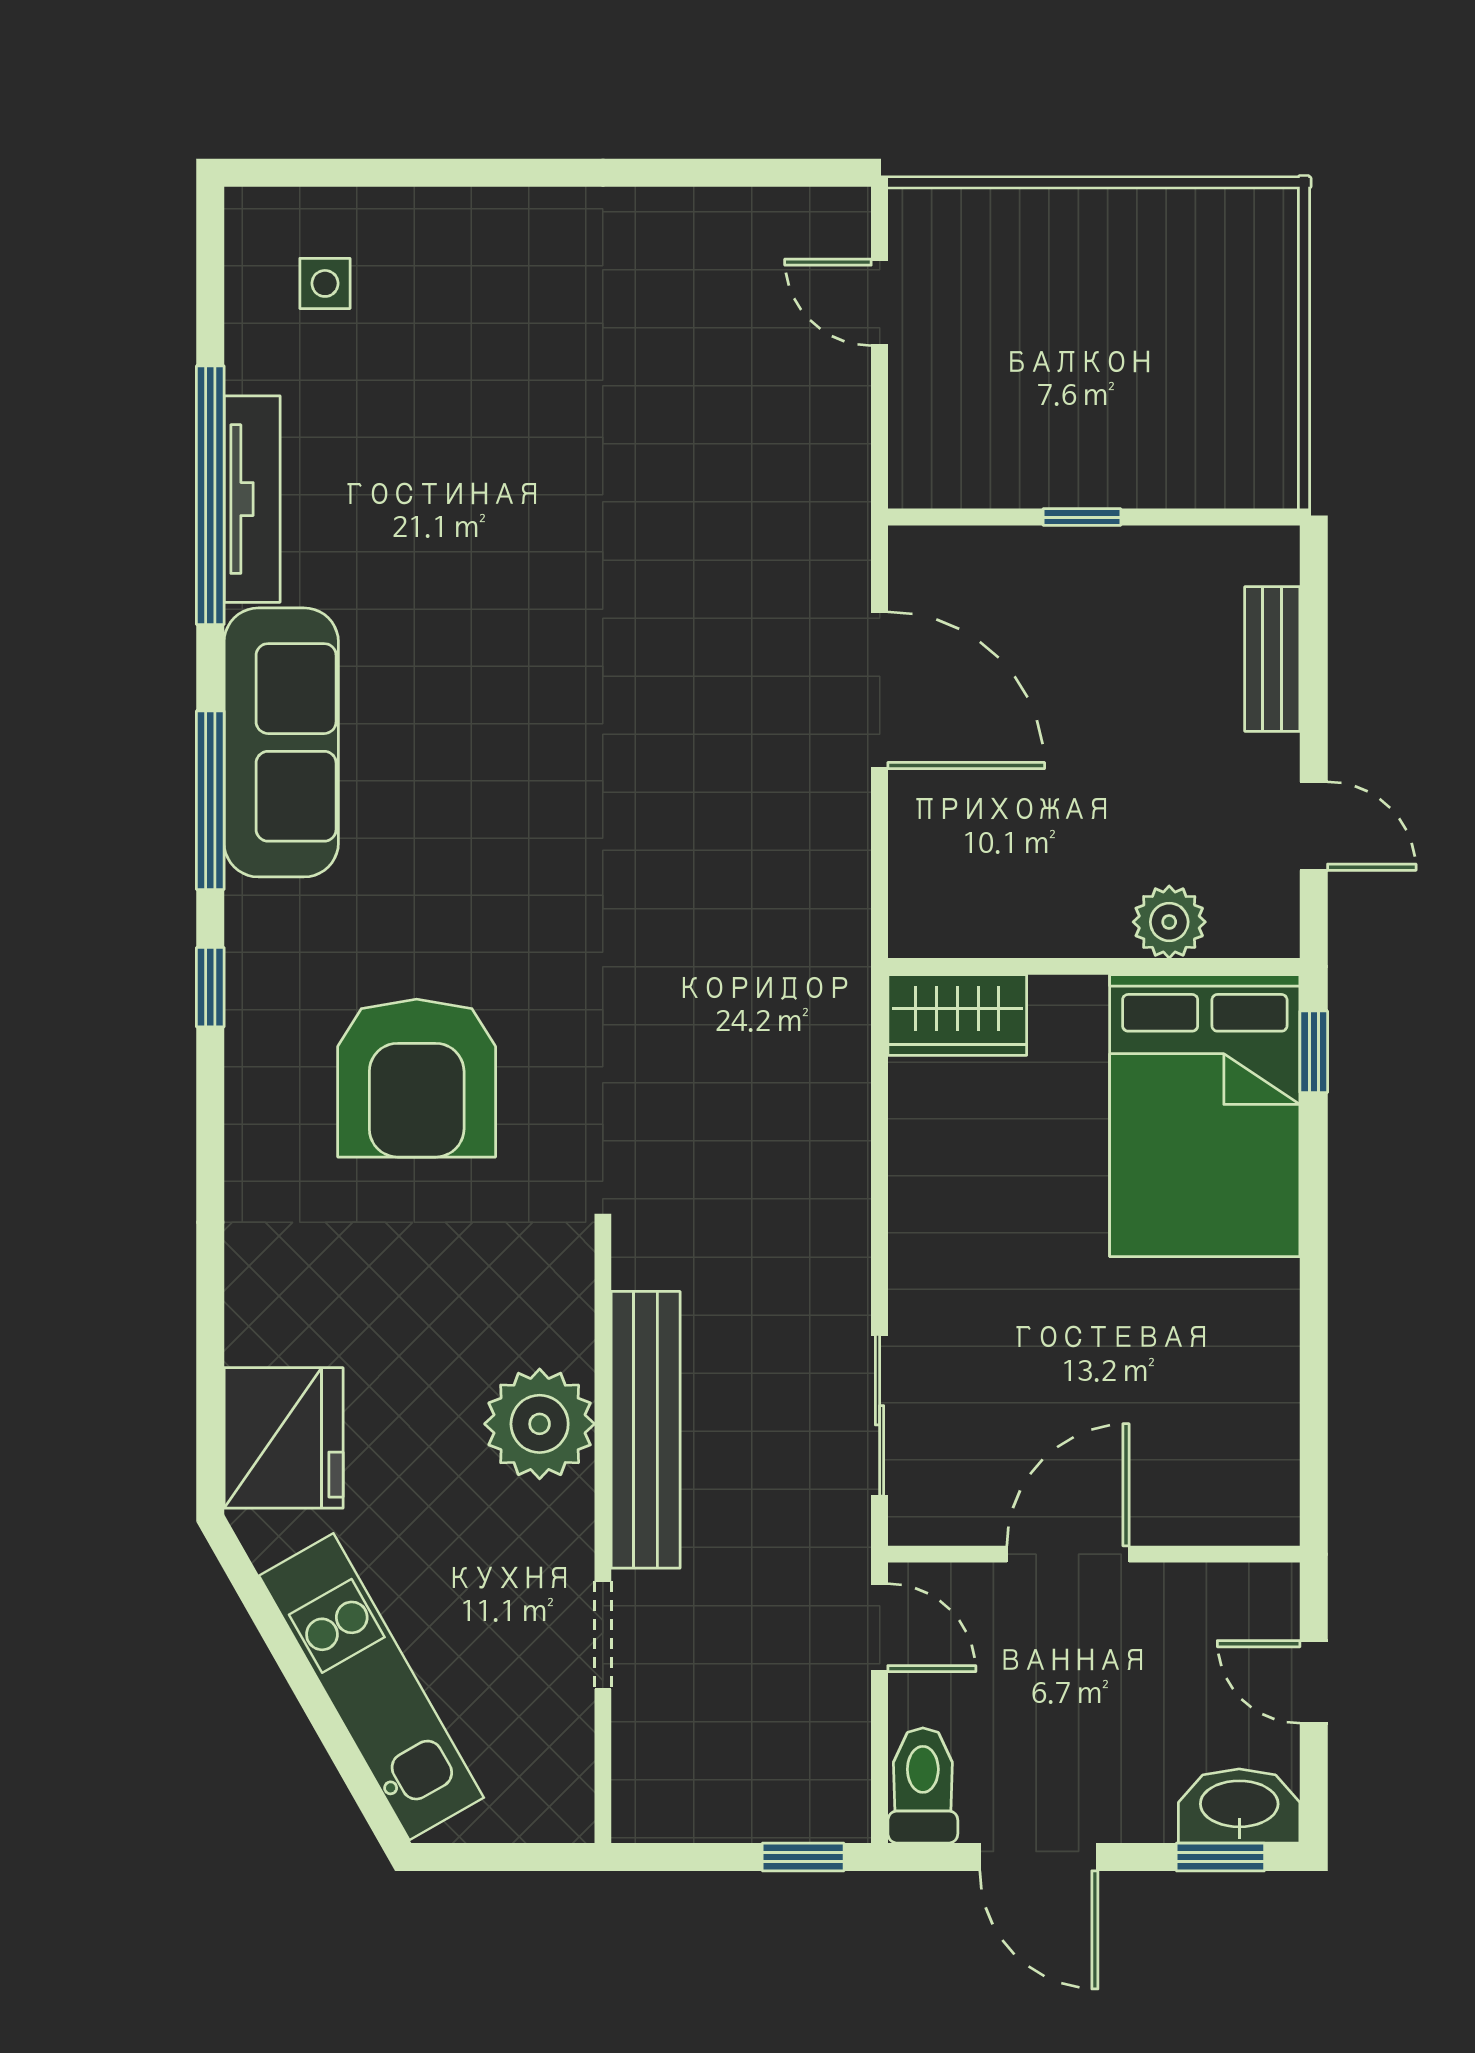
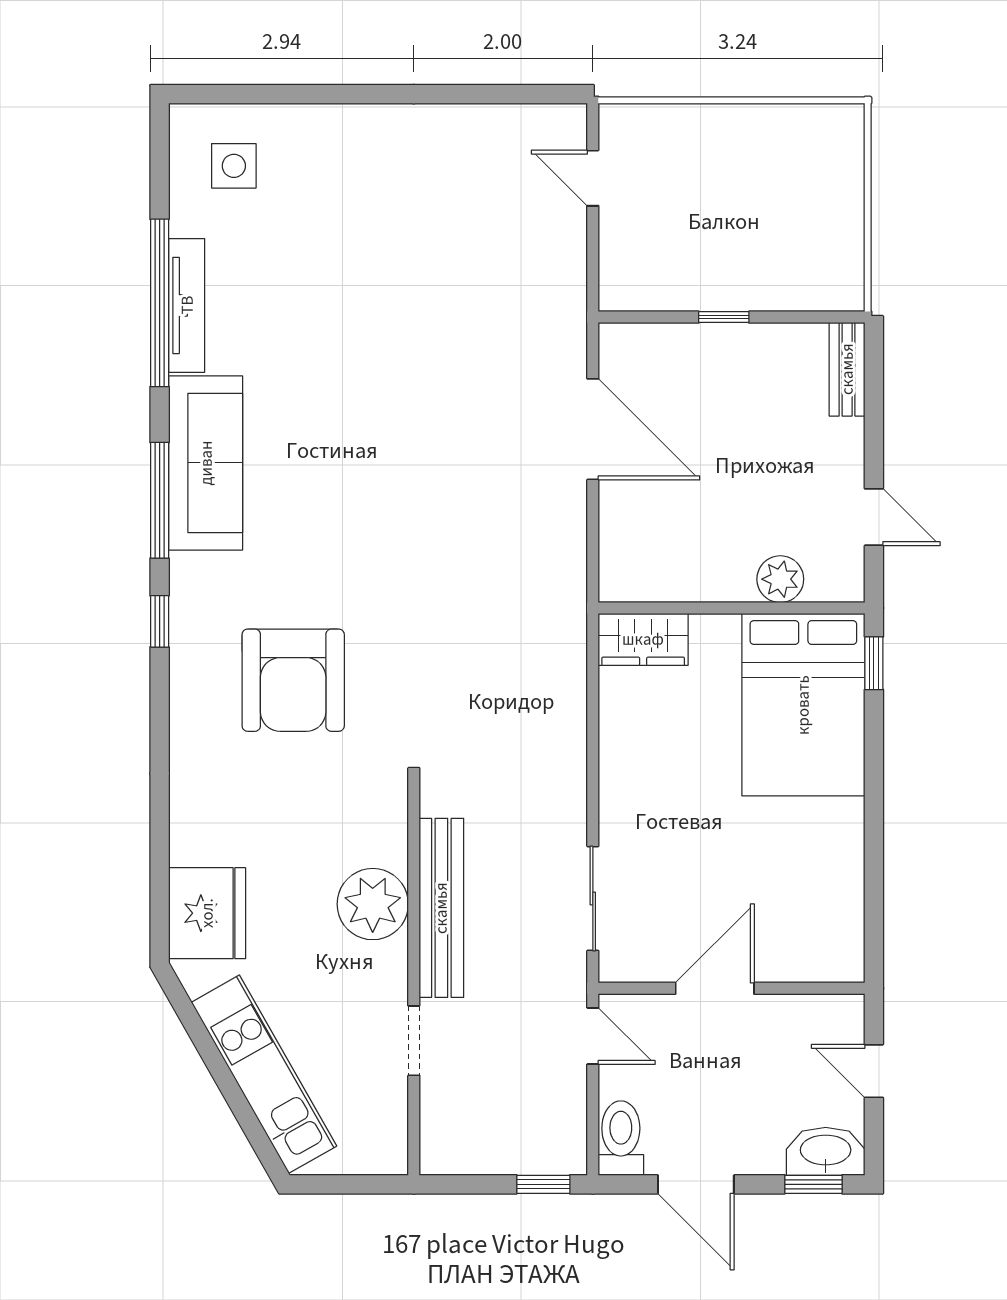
side table: (325, 283) -> (234, 166), width x1.37, depth x1.37
bench: (1272, 659) -> (847, 369), moved

